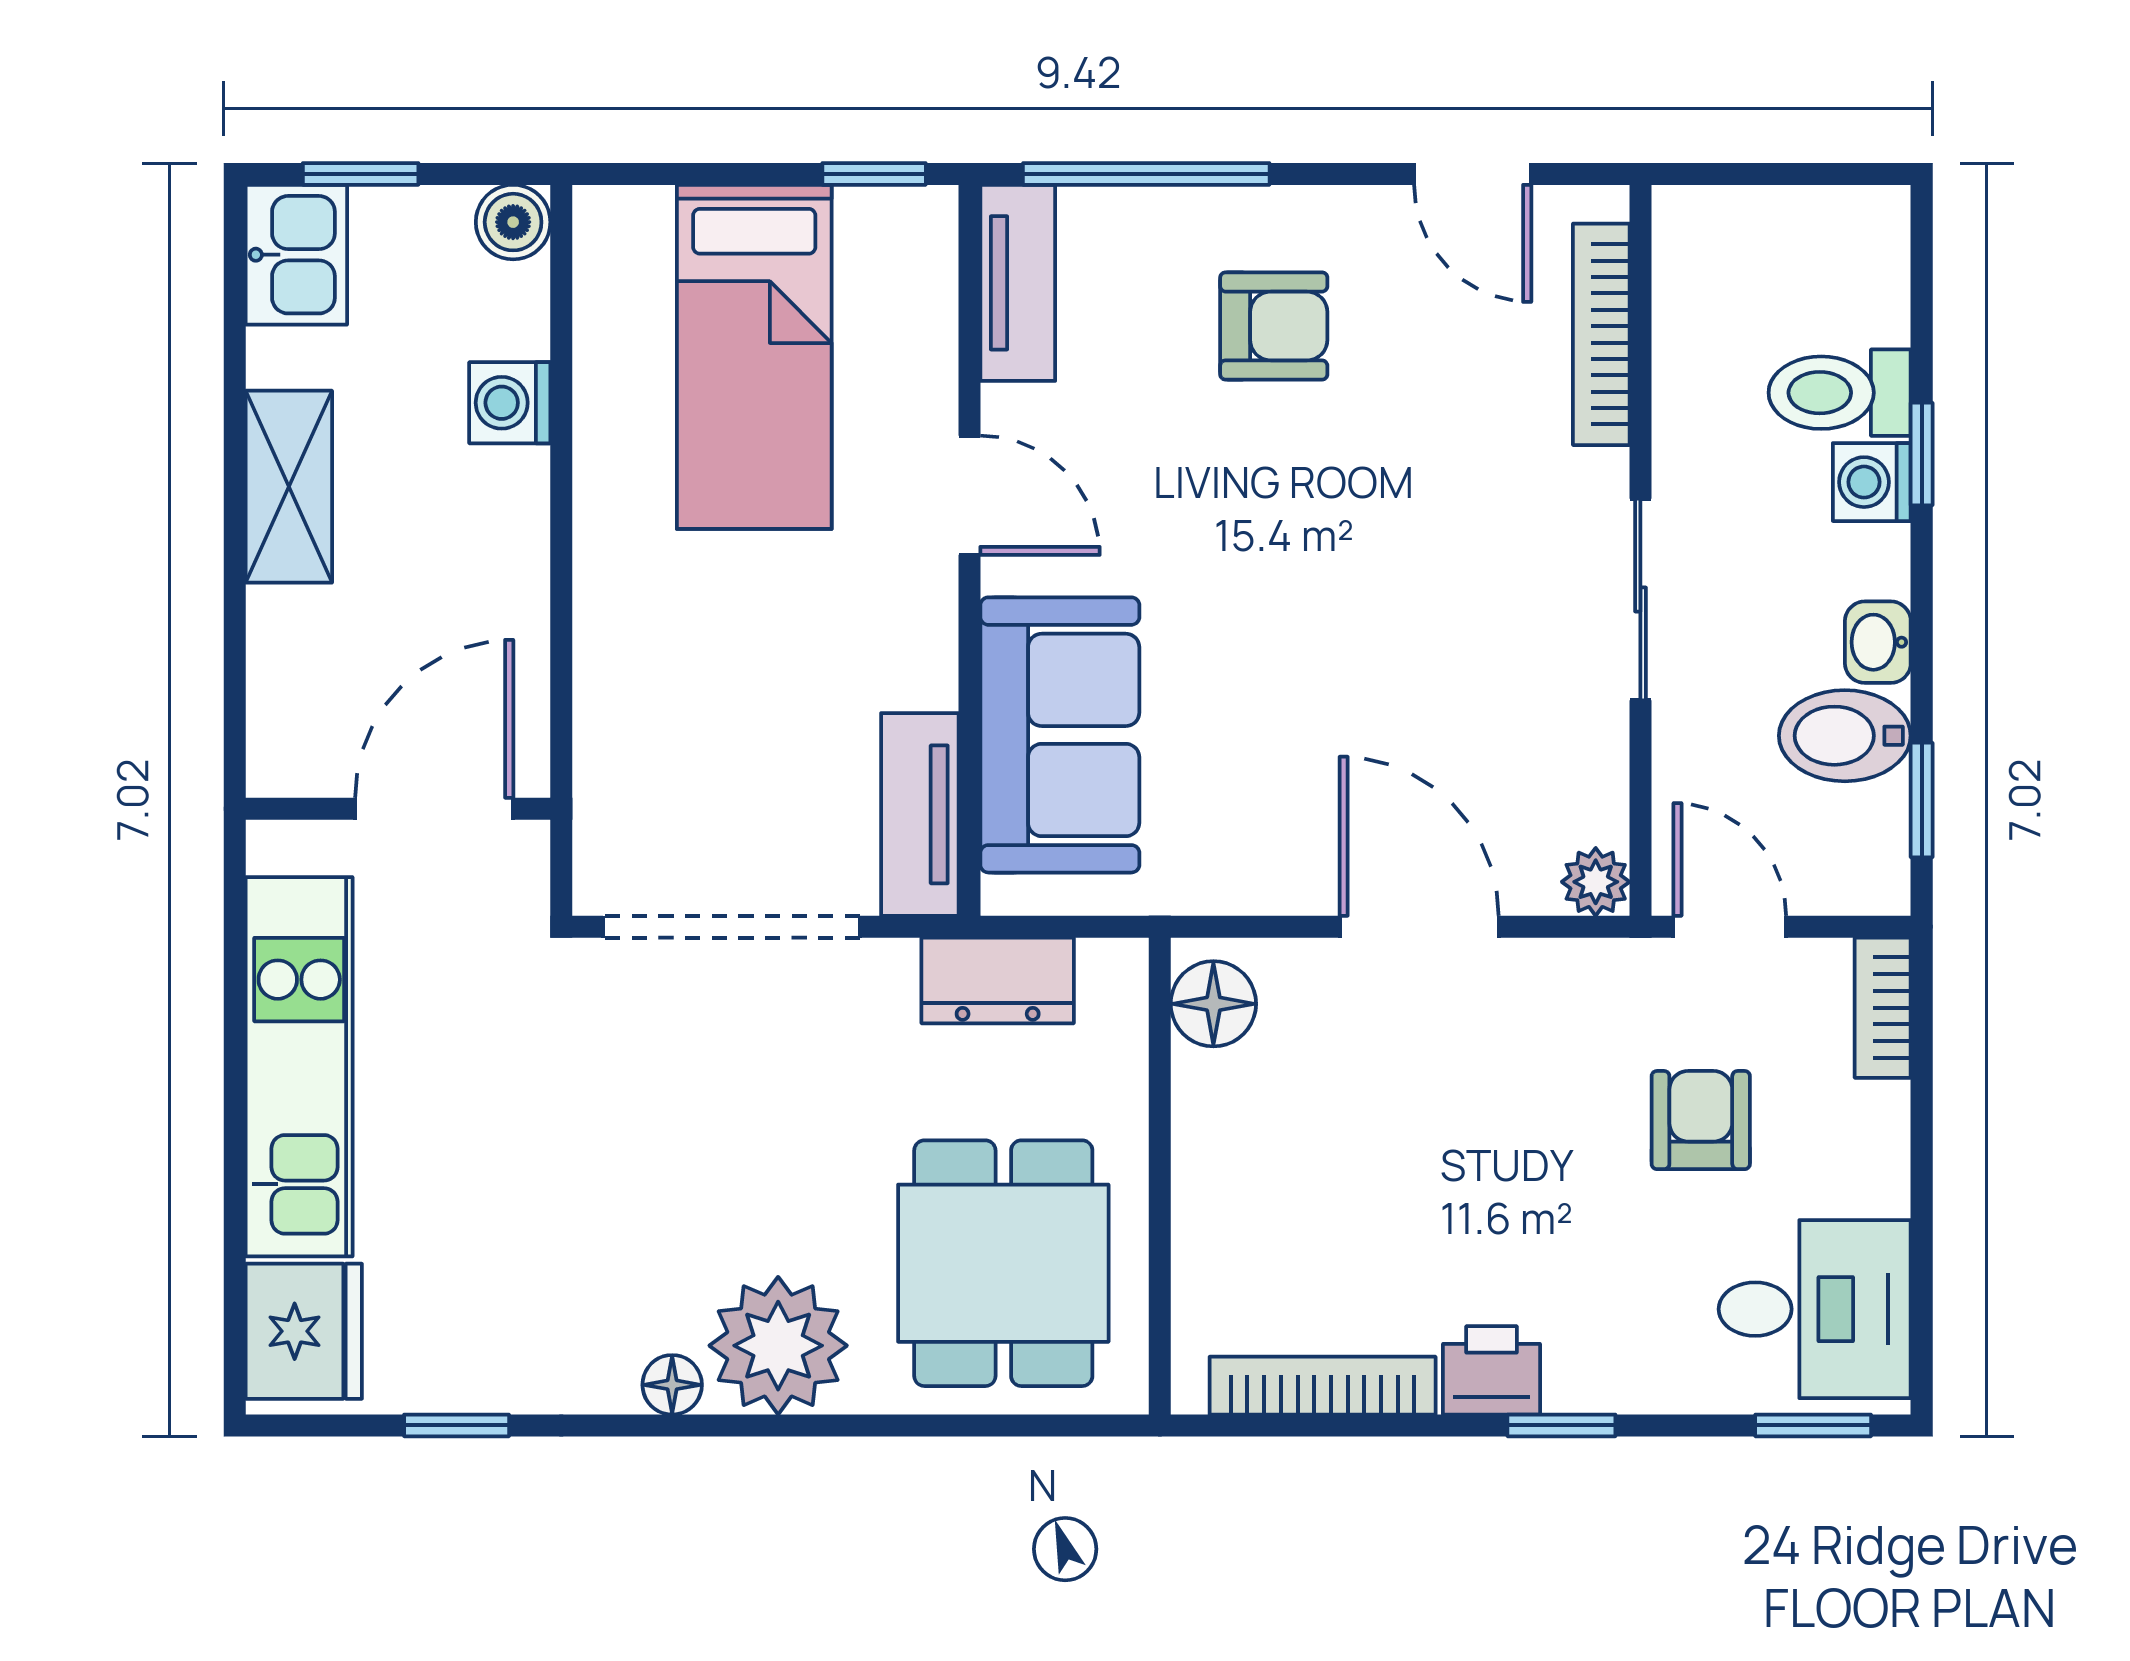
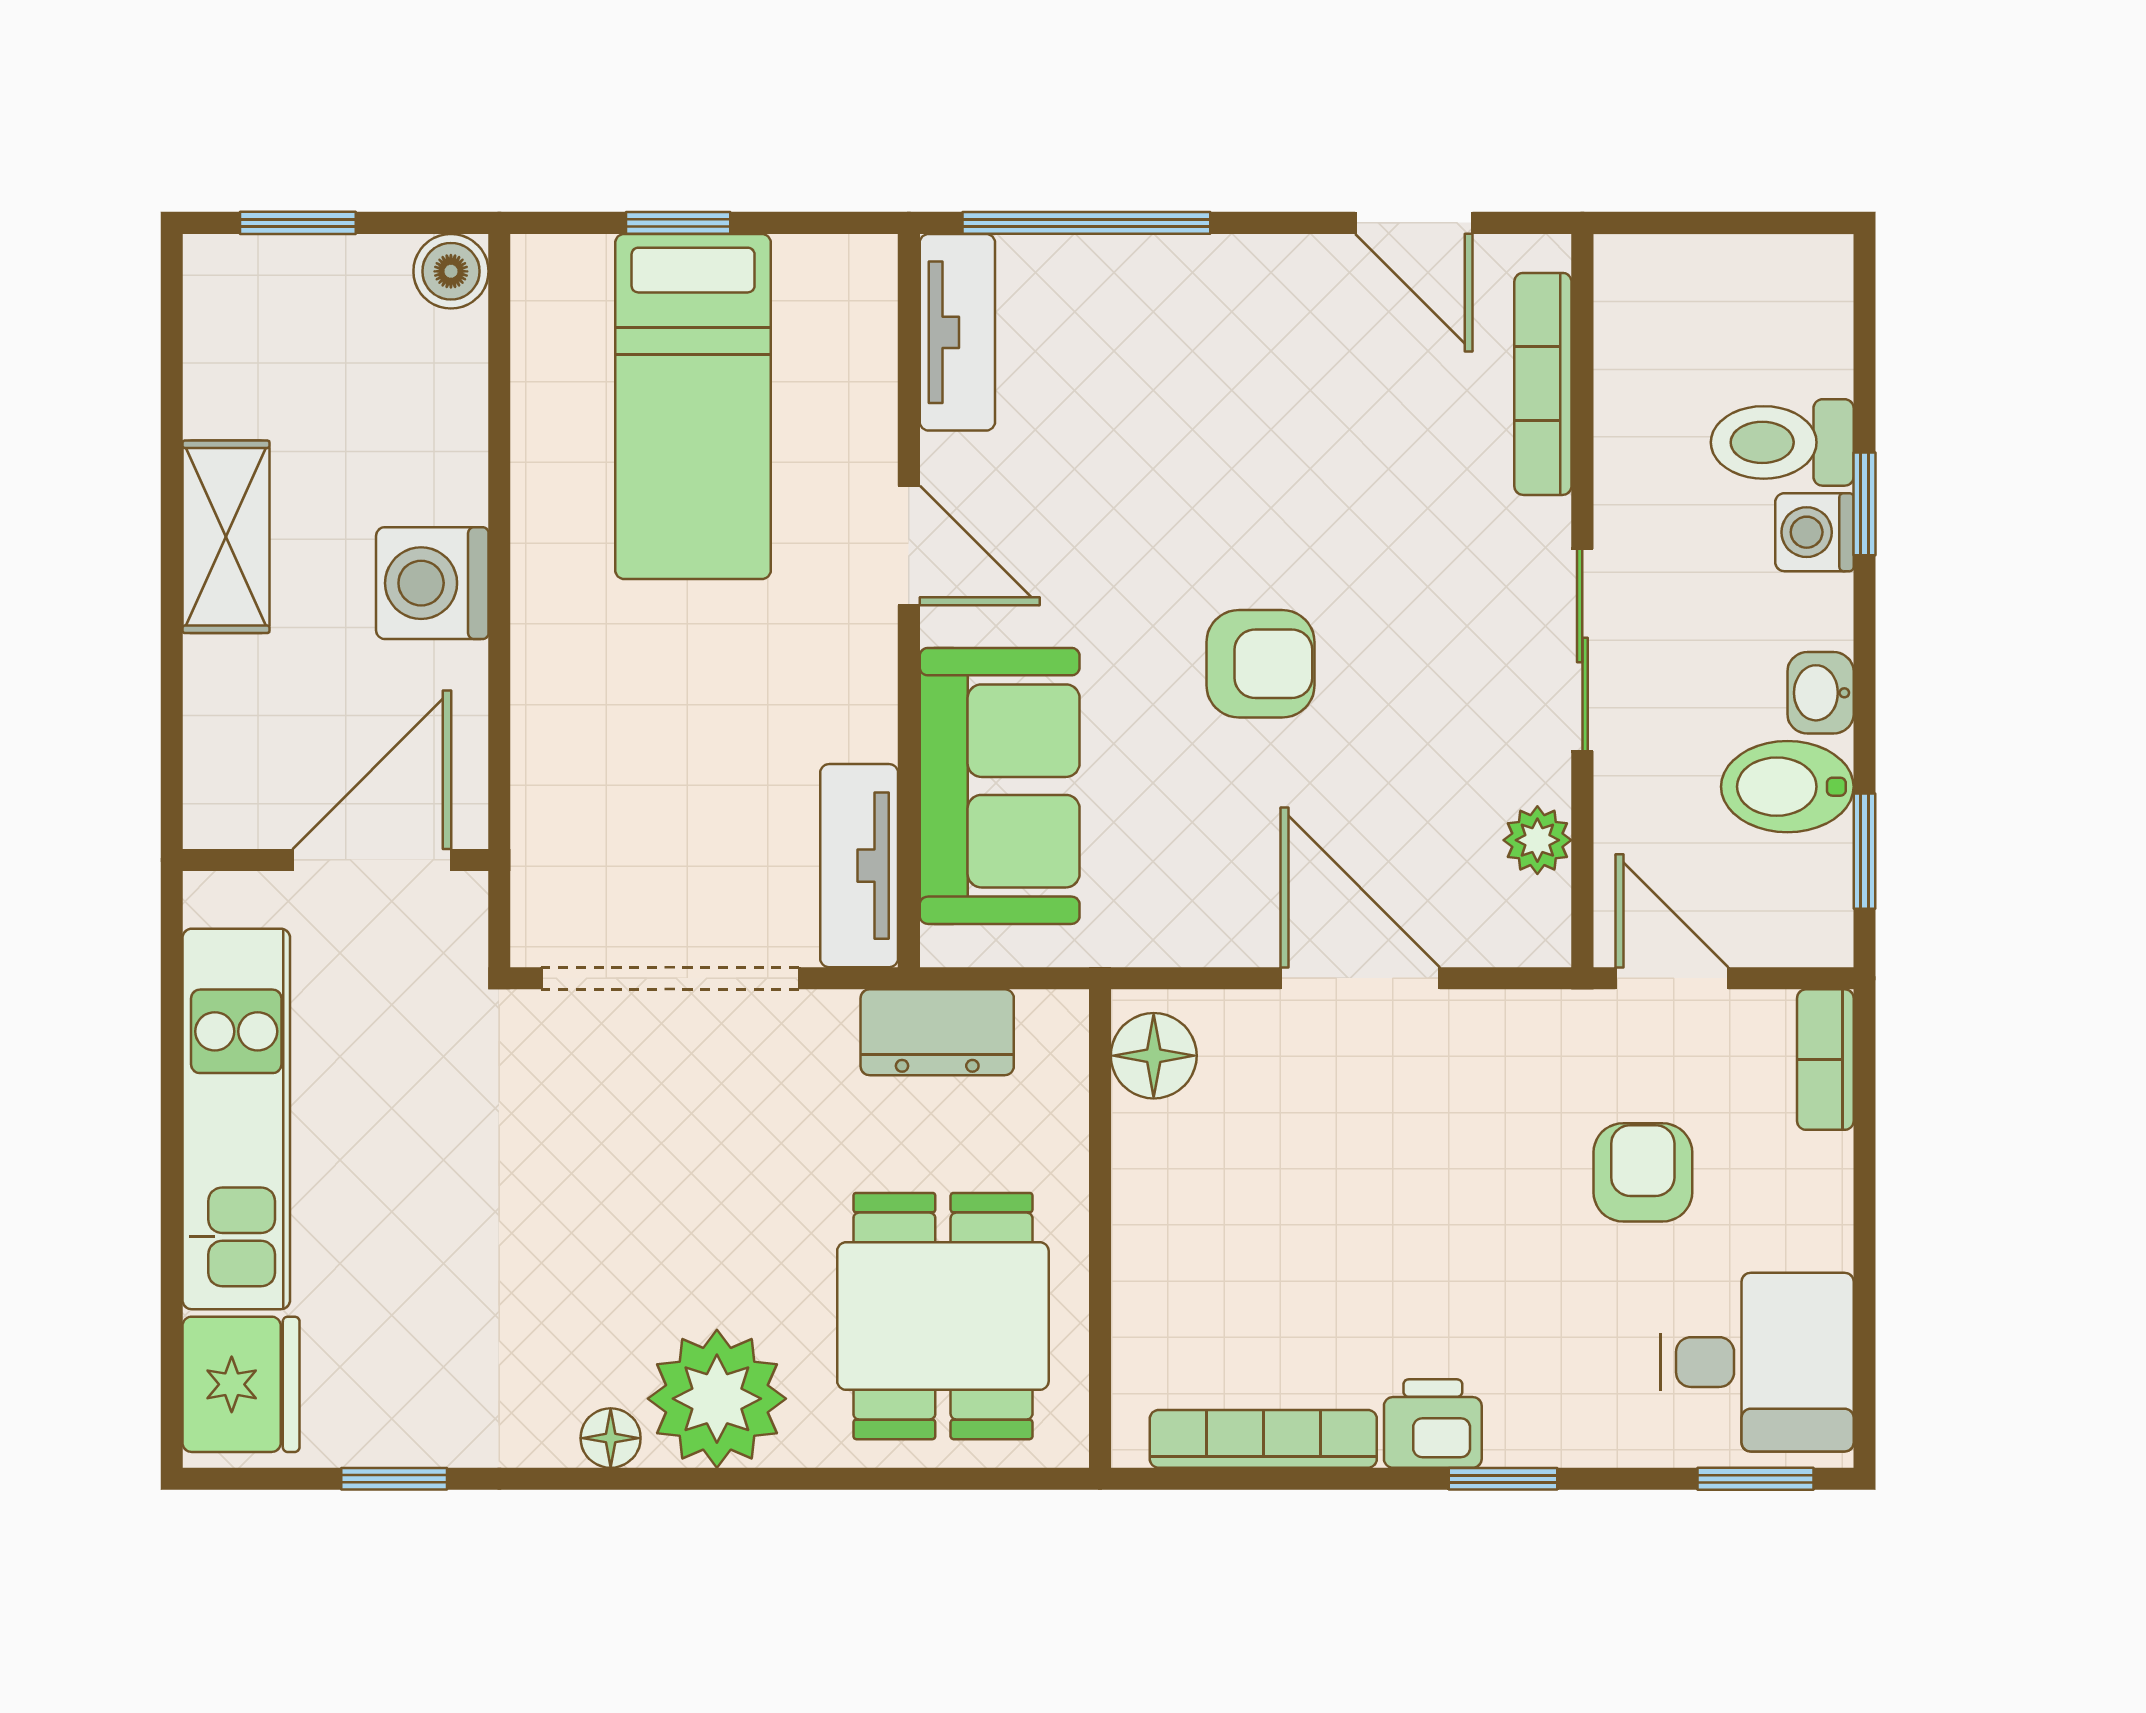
window: (874, 174) -> (678, 223), moved
kitchen sink: (296, 255) -> (234, 304), removed
armchair: (1274, 326) -> (1261, 664), moved
washing machine: (510, 403) -> (432, 583), moved, width x1.38, depth x1.38
plant: (1596, 882) -> (1537, 840), moved

